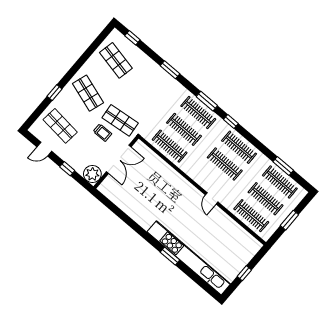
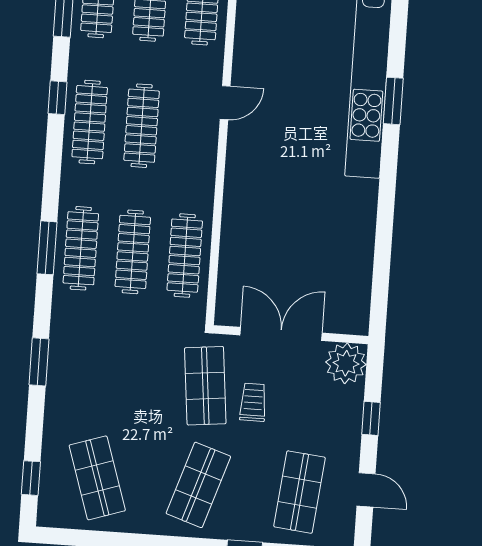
shop shelf: (116, 60) -> (97, 478), turned -30
window: (231, 121) -> (57, 98), moved

